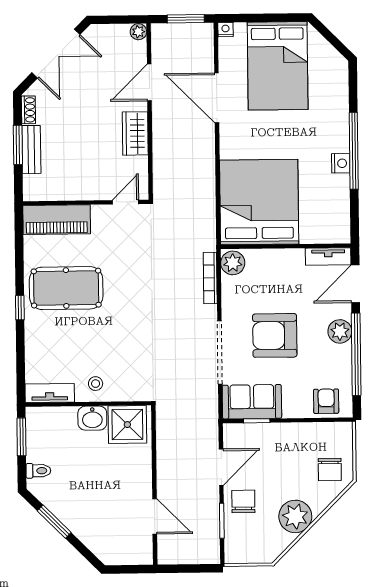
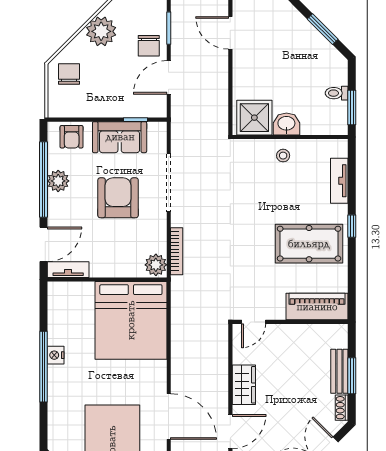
plant: (340, 331) -> (58, 181), moved
armchair: (275, 335) -> (118, 198), turned -90
tv unit: (50, 393) -> (339, 181), moved, turned 90
sofa: (252, 402) -> (120, 137), moved
toilet: (38, 471) -> (337, 93), moved

